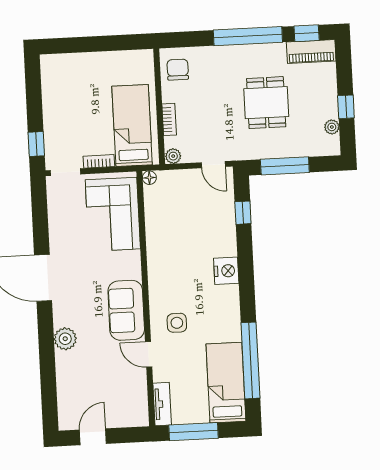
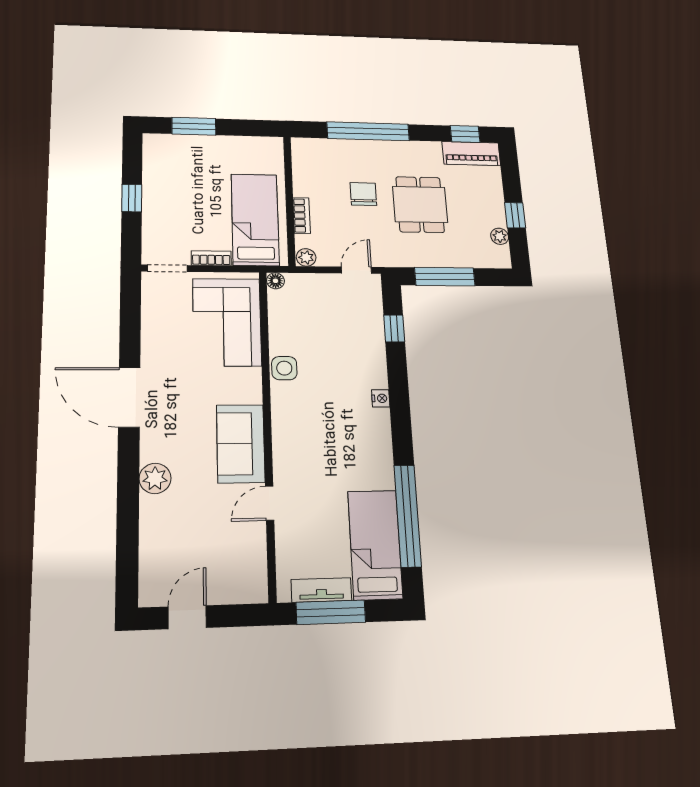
window: (248, 36) -> (368, 131), moved
window: (80, 45) -> (194, 126), added
chair: (178, 70) -> (363, 194), moved
window: (36, 144) -> (132, 198), moved
door: (213, 165) -> (356, 270), swing flipped
nightstand: (226, 271) -> (381, 398), width x0.53, depth x0.56
side table: (177, 323) -> (284, 368), moved
door: (149, 354) -> (270, 503), hinge flipped
tv unit: (162, 404) -> (321, 590), moved, turned -90

